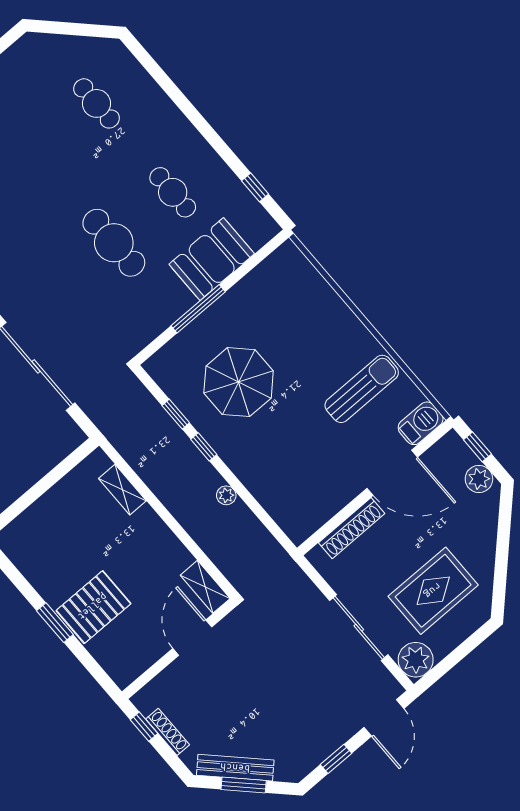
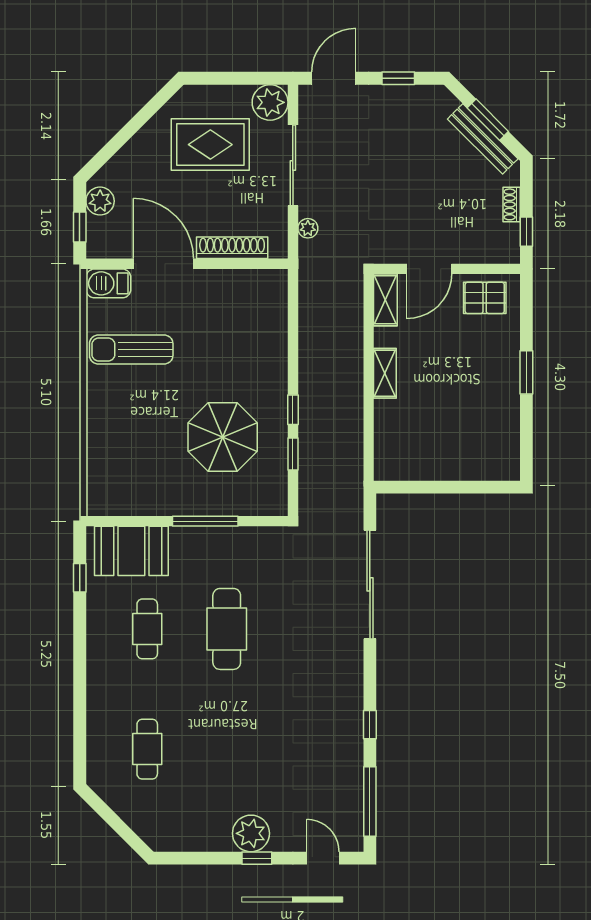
booth: (212, 259) -> (131, 551), moved
shelving: (122, 490) -> (385, 373), moved
plant: (226, 495) -> (308, 228), moved
pallet: (93, 607) -> (485, 298), moved, width x0.67, depth x0.71
shoe rack: (168, 732) -> (512, 204), width x0.70

